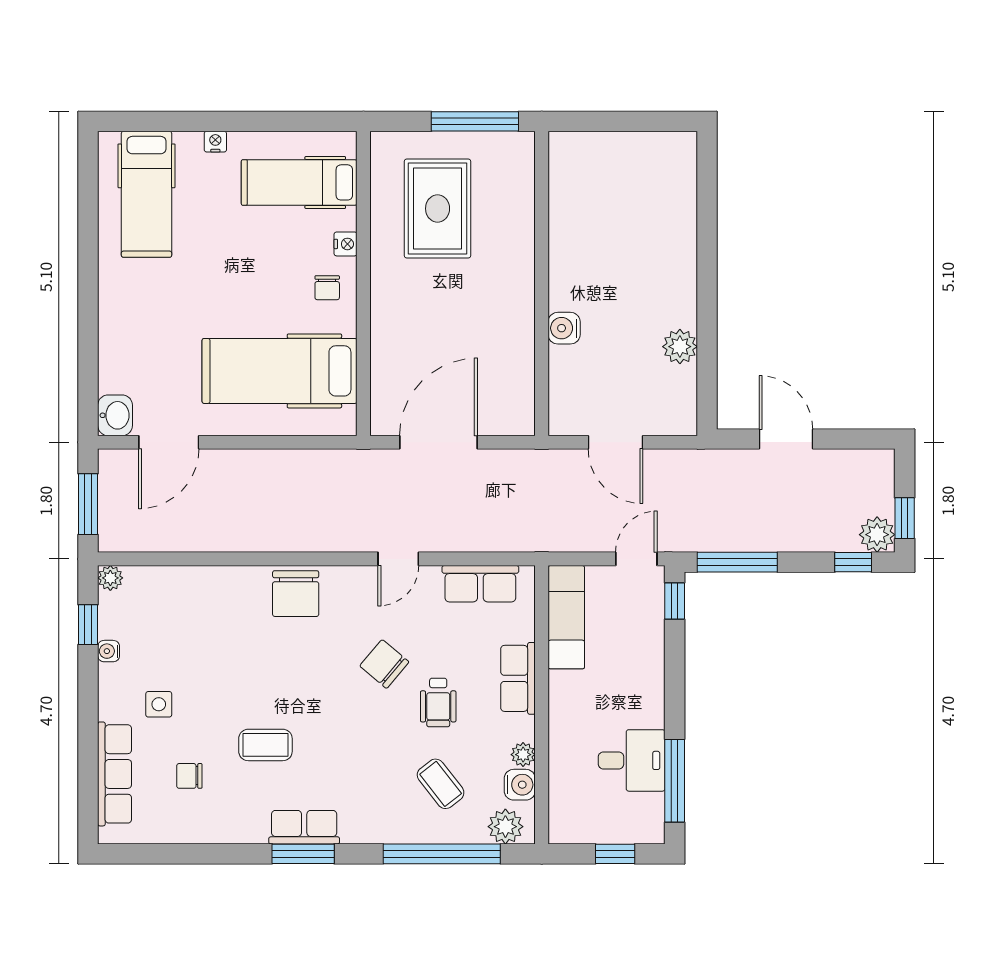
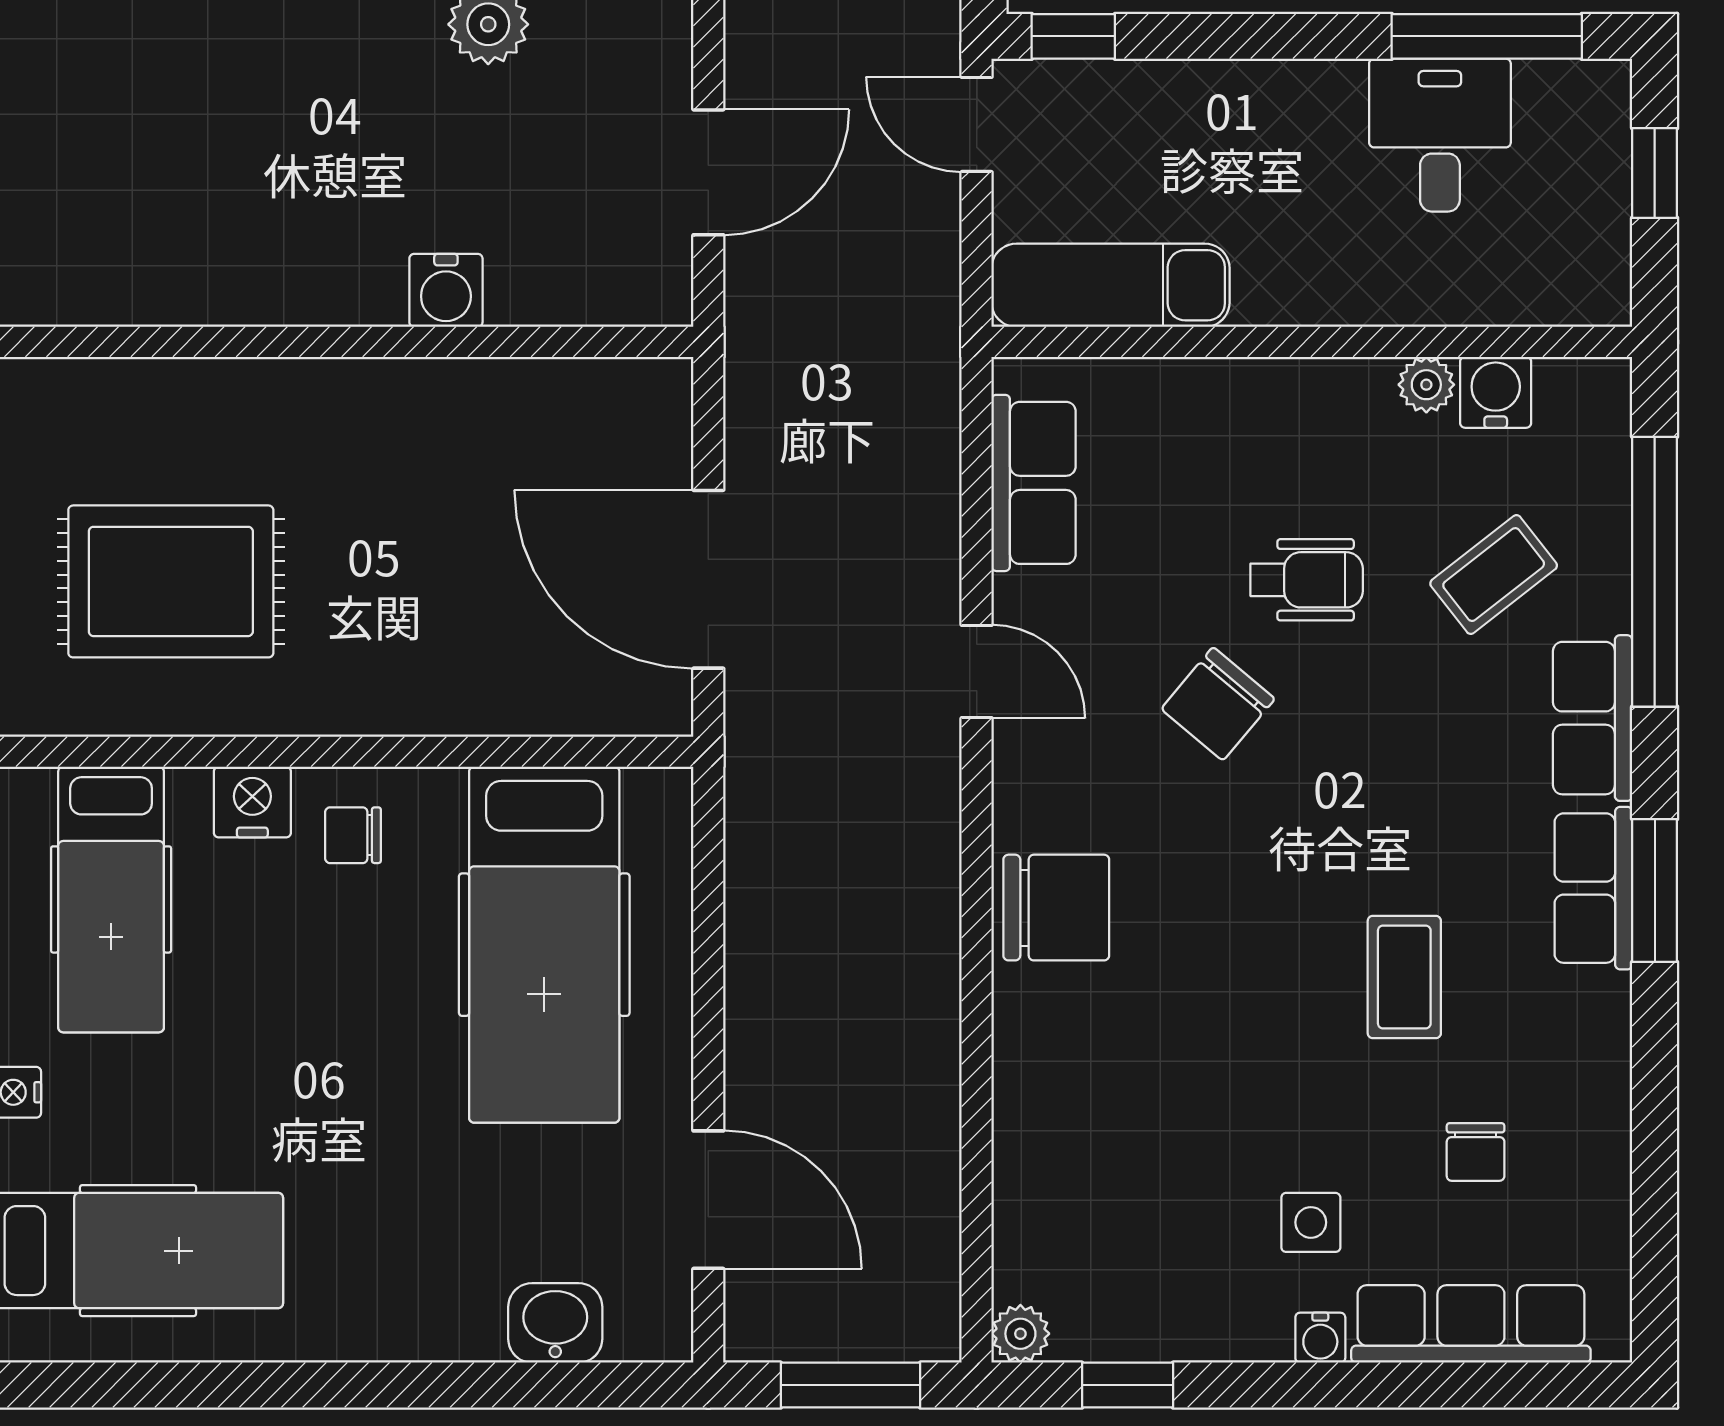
nightstand: (346, 244) -> (252, 802), width x1.39, depth x1.35
chair: (327, 288) -> (353, 835), turned 180
washbasin: (115, 415) -> (555, 1323), moved
water cooler: (109, 651) -> (1320, 1338), moved
row of seats: (518, 678) -> (1593, 718), moved, turned 90
plant: (505, 827) -> (1592, 425), removed

